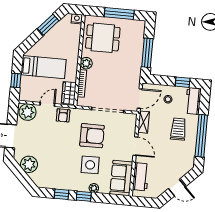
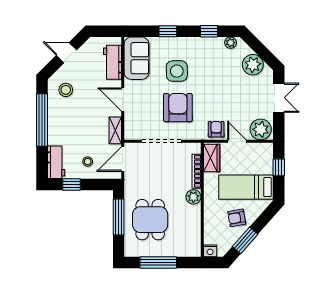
dining table: (103, 38) -> (150, 220), moved, turned 90
armchair: (53, 43) -> (237, 218), added
door: (47, 104) -> (237, 141), swing flipped
trolley: (178, 129) -> (71, 126), removed
armchair: (92, 136) -> (178, 108), turned 90
stool: (180, 158) -> (66, 90), added
plant: (94, 188) -> (231, 43), moved
window: (84, 196) -> (168, 31), moved

